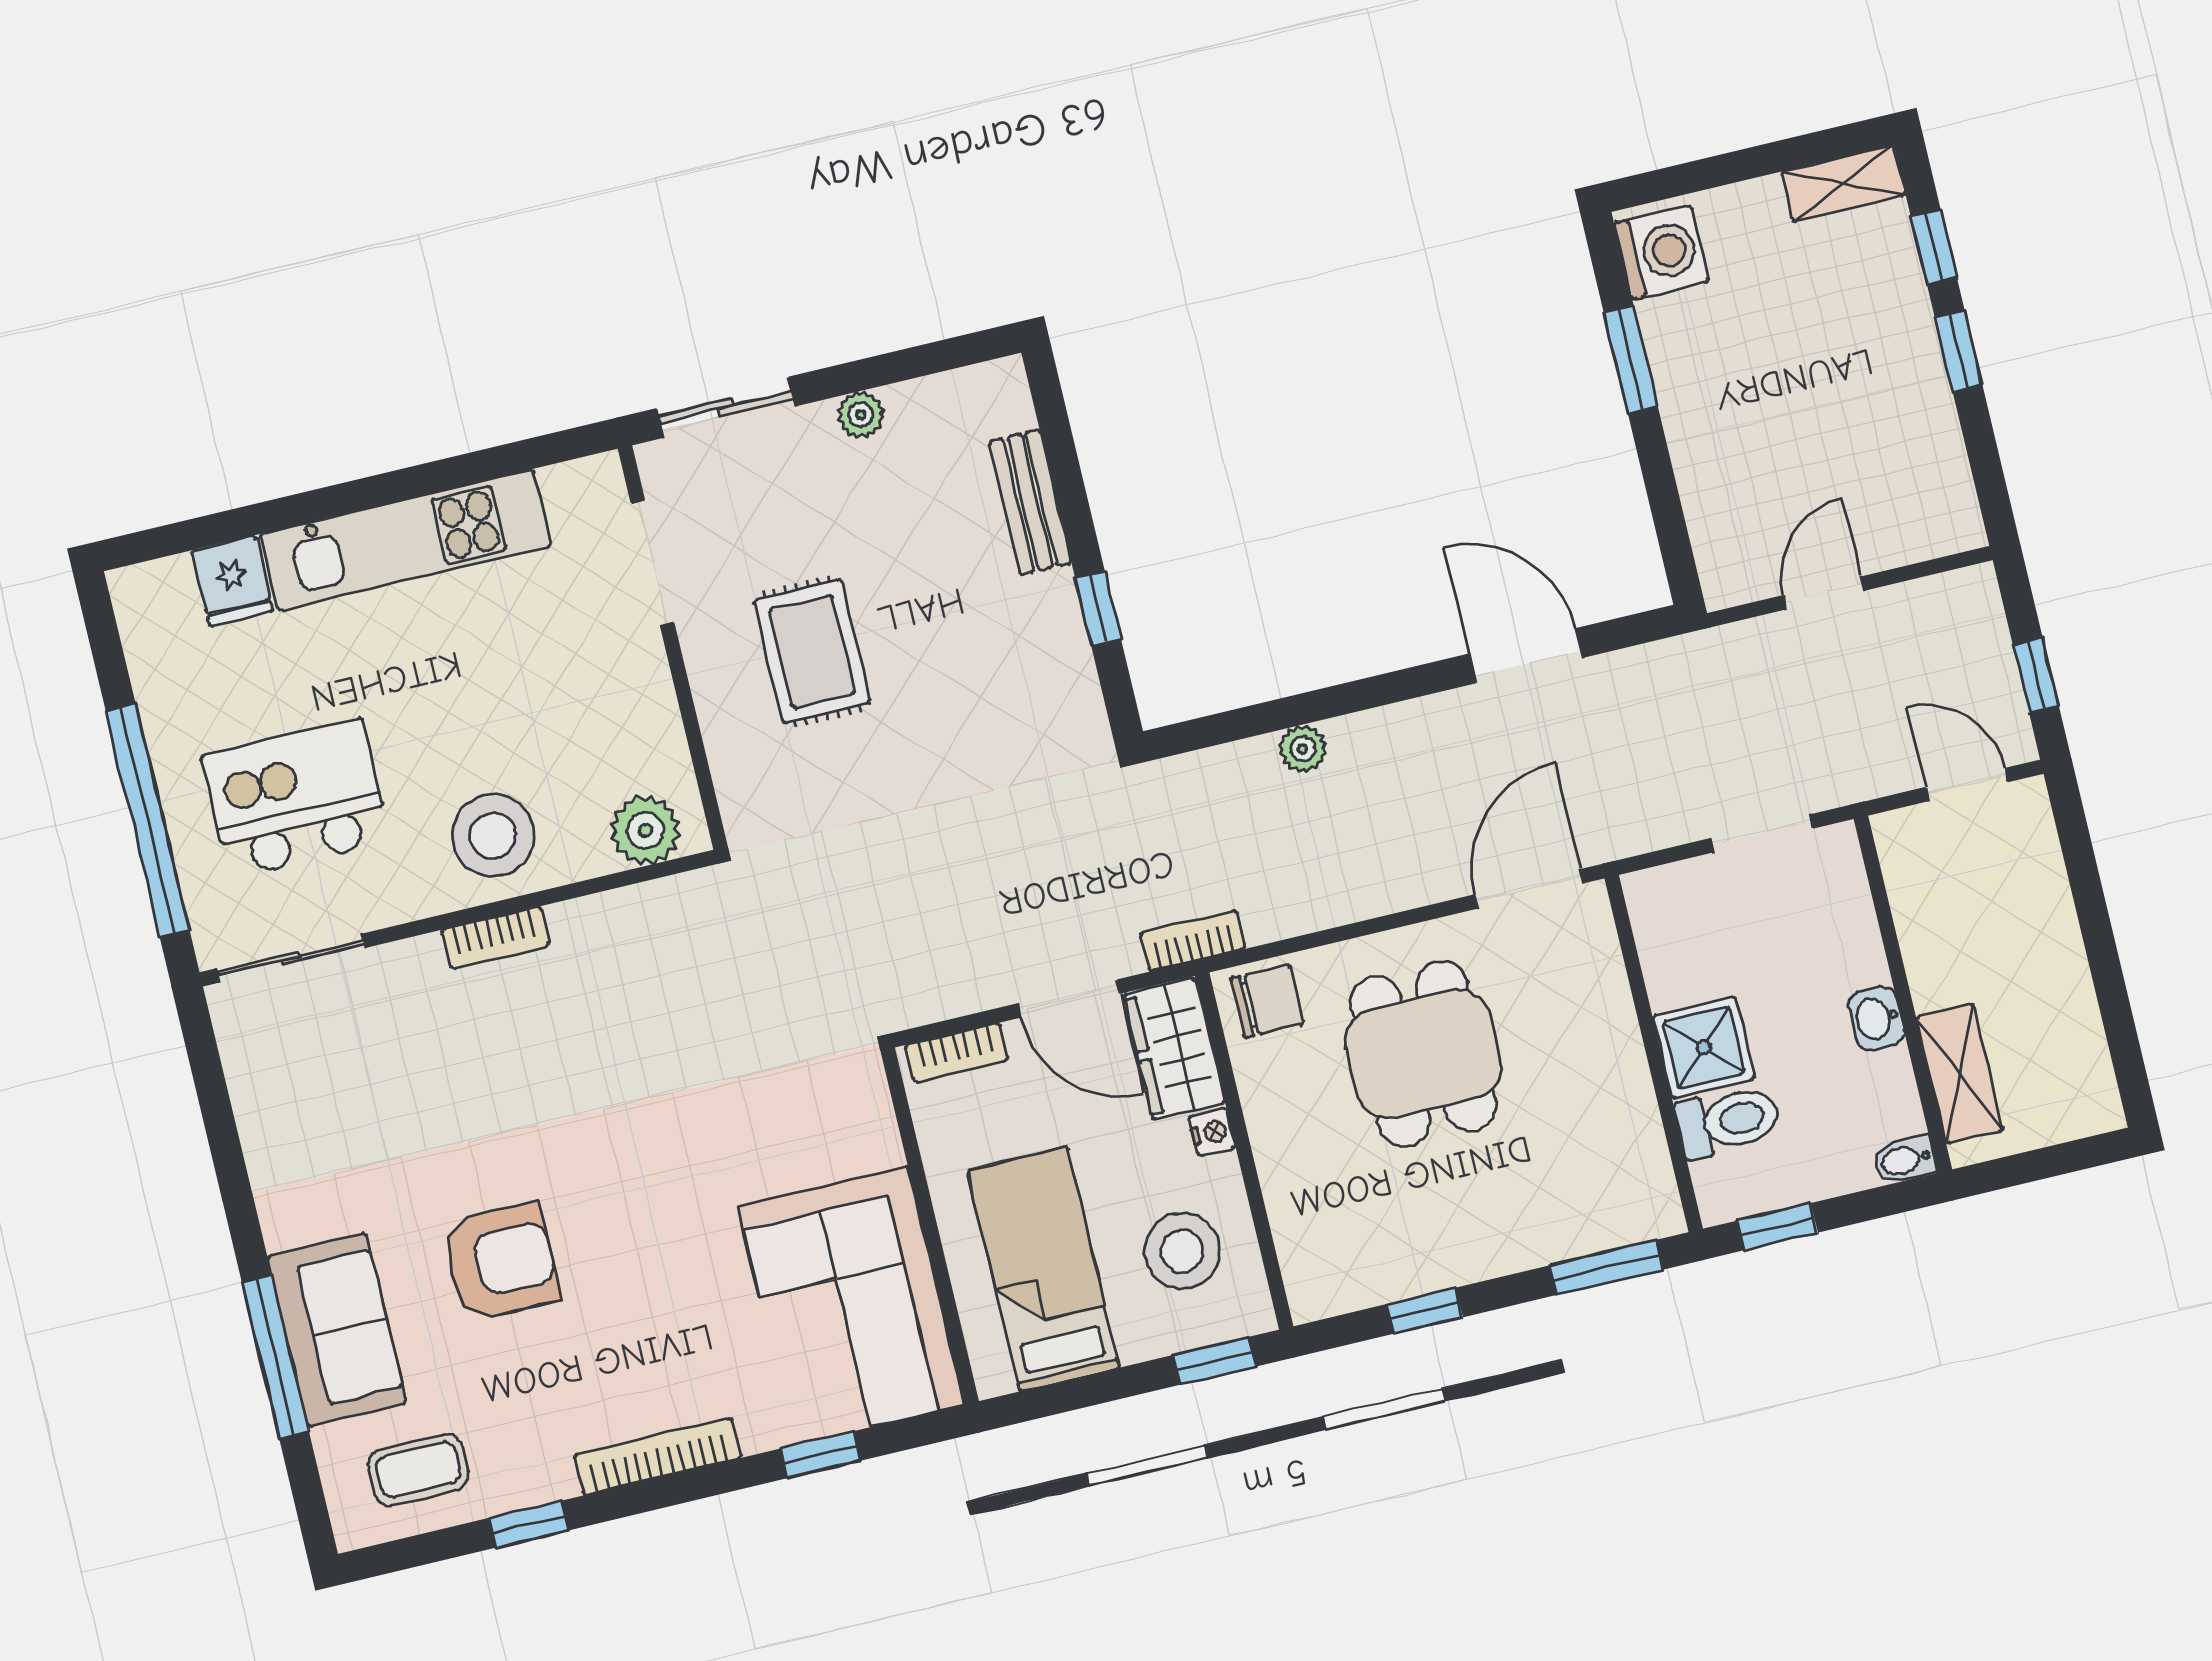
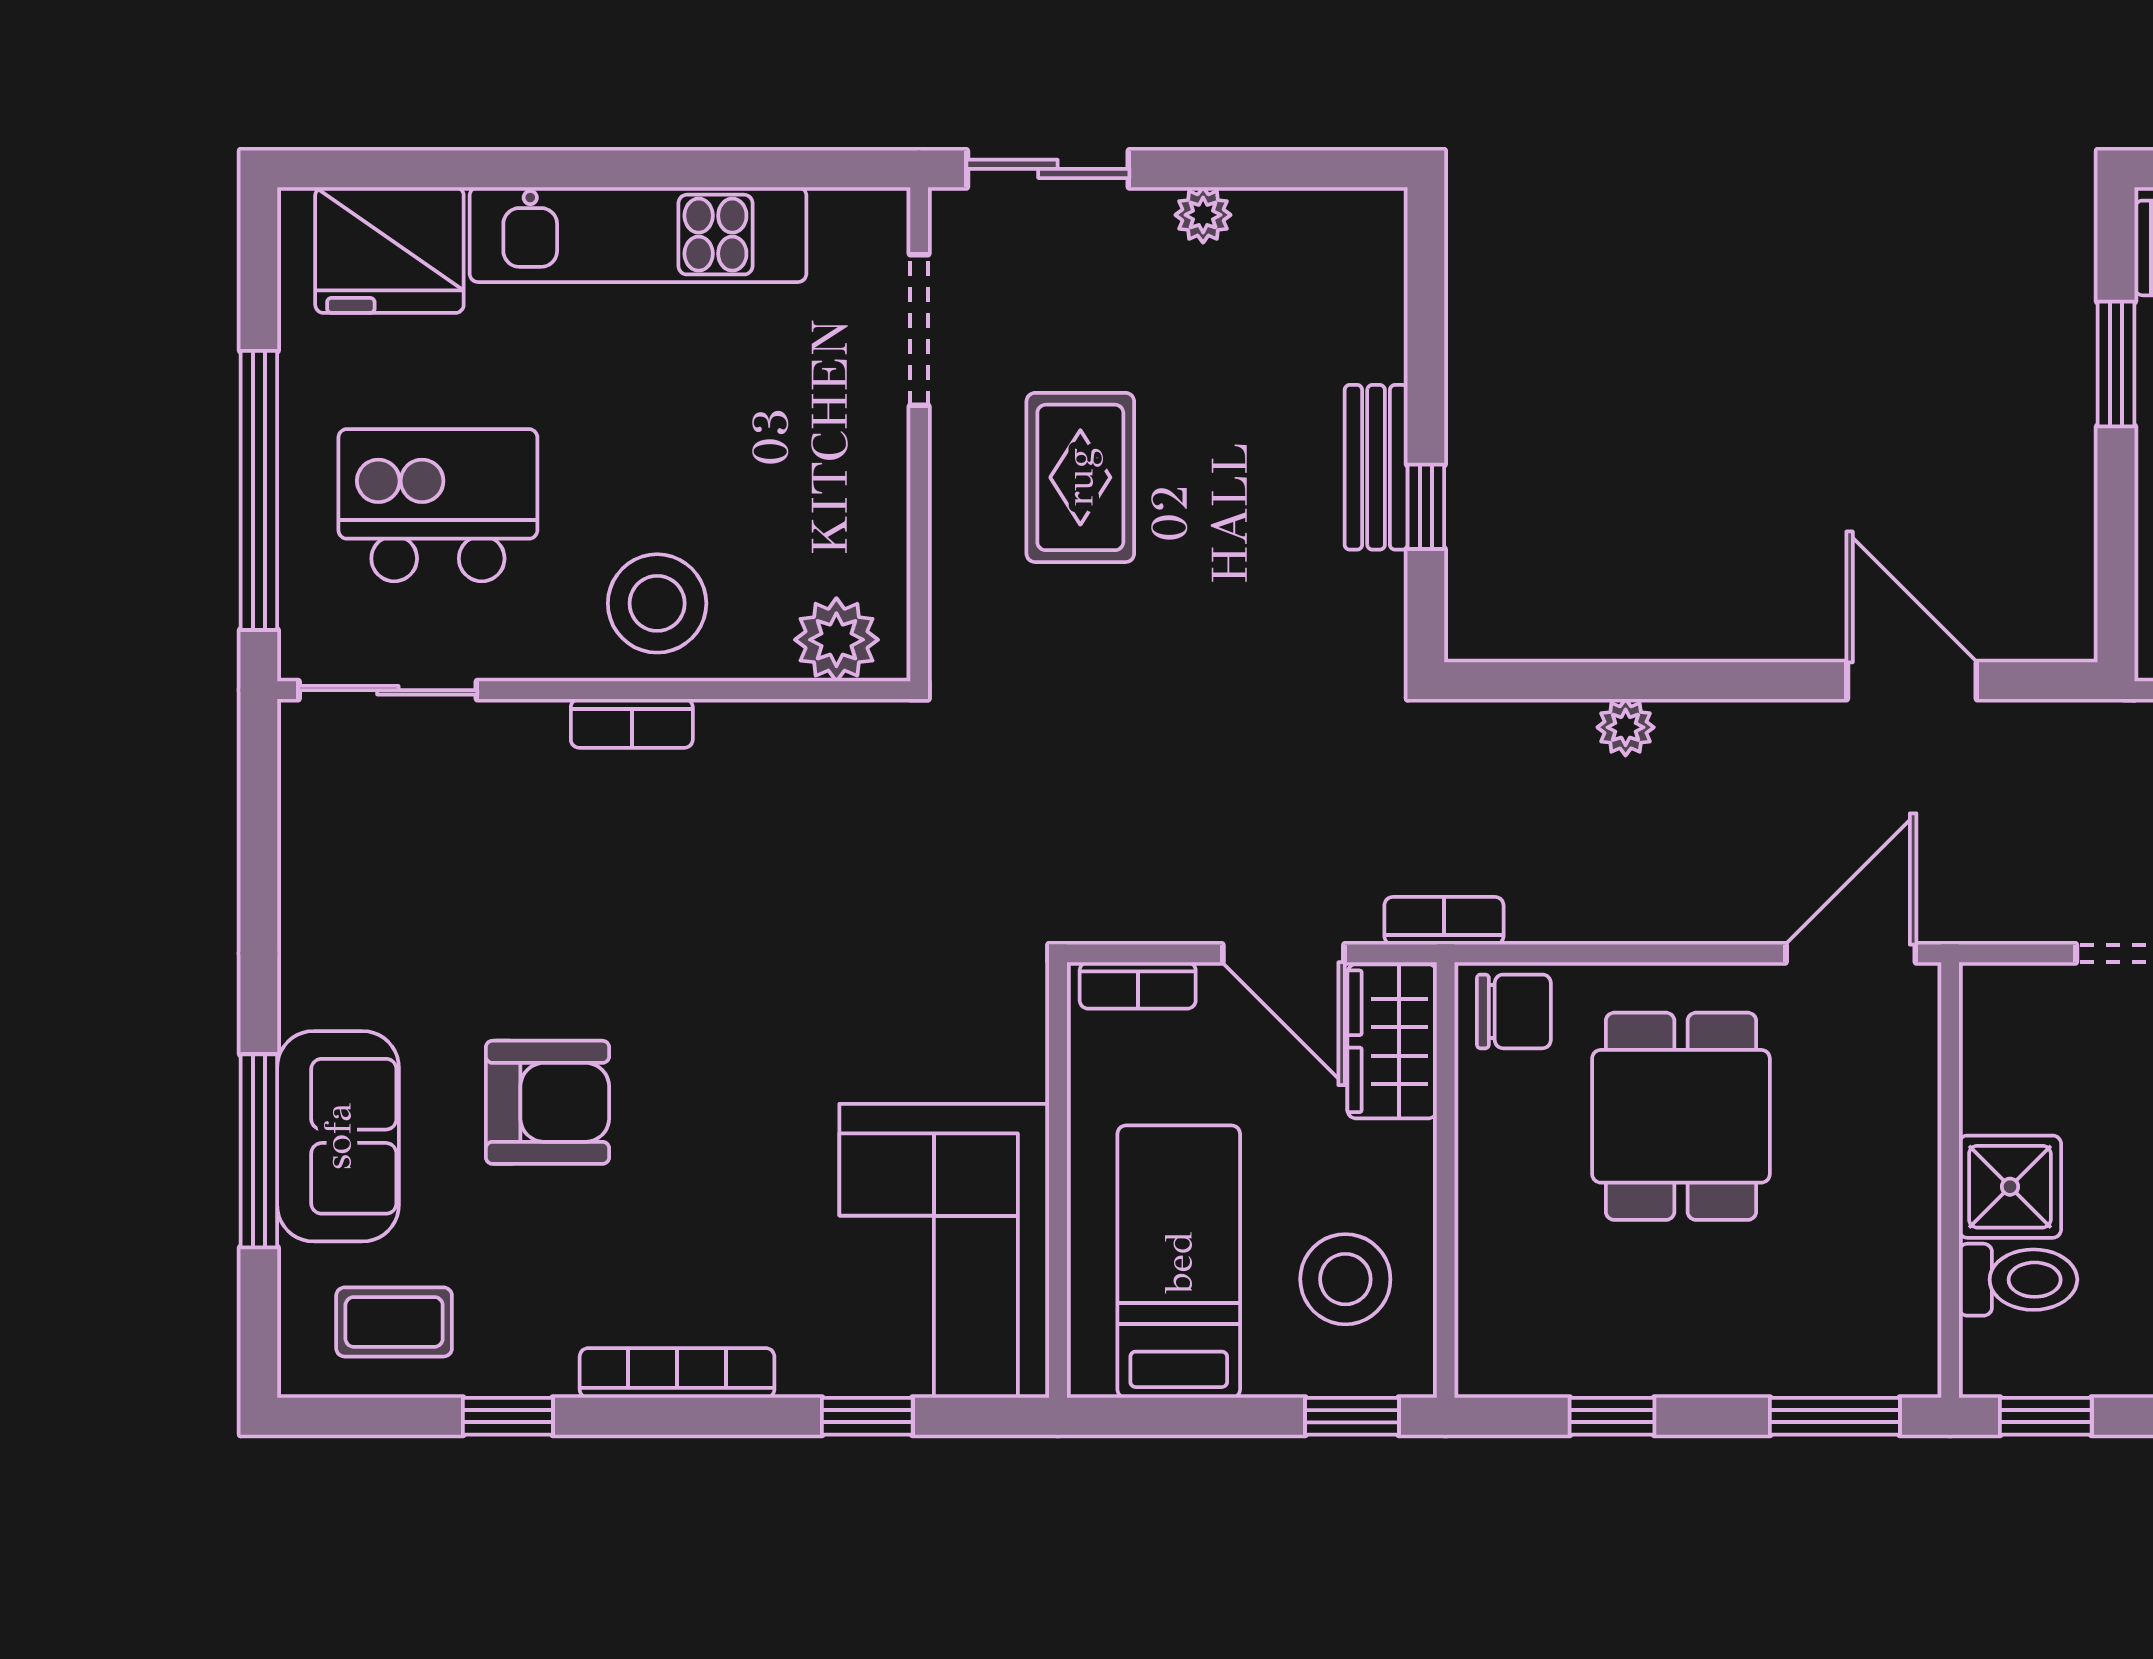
bench: (1030, 502) -> (1376, 467), moved
fridge: (232, 581) -> (389, 250), width x1.88, depth x1.34
nightstand: (1212, 1132) -> (1413, 1149), removed

